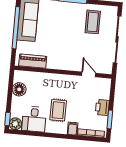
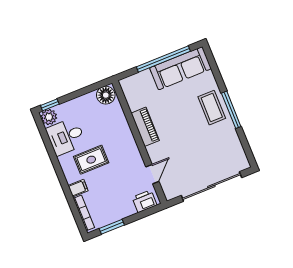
coffee table: (93, 22) -> (212, 108), moved, turned 90
piano: (33, 61) -> (145, 127), moved
floor lamp: (19, 89) -> (106, 95), moved
printer: (102, 107) -> (145, 201), moved

